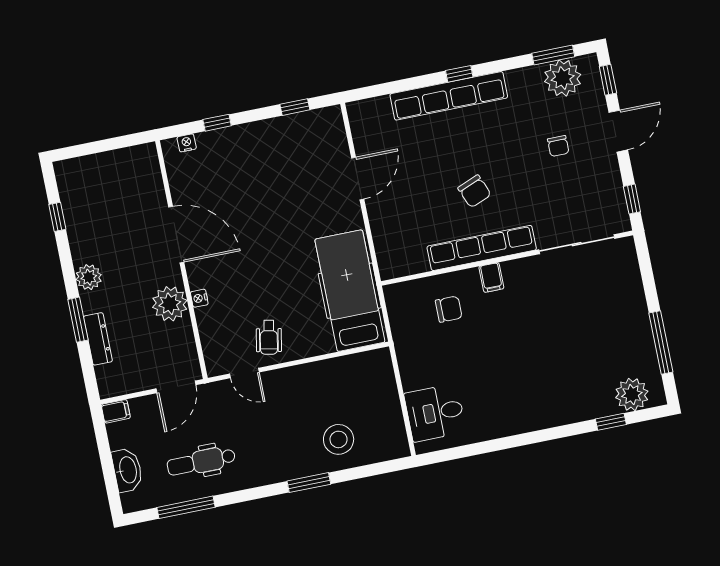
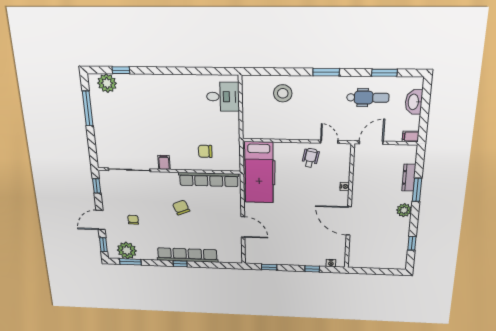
door: (358, 179) -> (243, 227), swing flipped
row of seats: (482, 248) -> (209, 179), moved
filing cabinet: (491, 278) -> (164, 162), moved
plant: (170, 304) -> (362, 187), removed
window: (309, 483) -> (326, 72), moved
window: (186, 507) -> (384, 73), width x0.69

